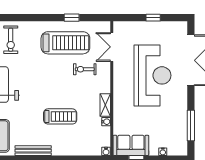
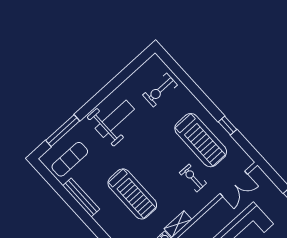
double door: (112, 47) -> (234, 184), swing flipped
treadmill: (60, 116) -> (132, 194), width x1.37, depth x1.38

